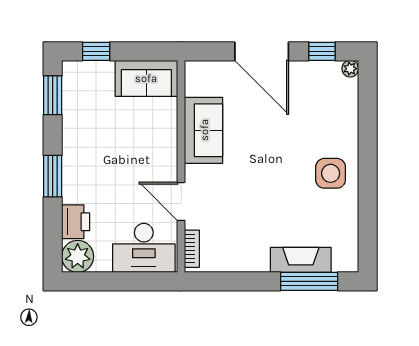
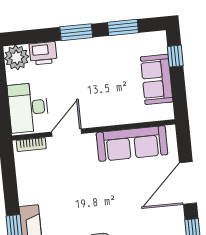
sofa: (146, 78) -> (157, 79), moved
window: (53, 95) -> (123, 28), moved
sofa: (204, 130) -> (132, 144), width x1.36

